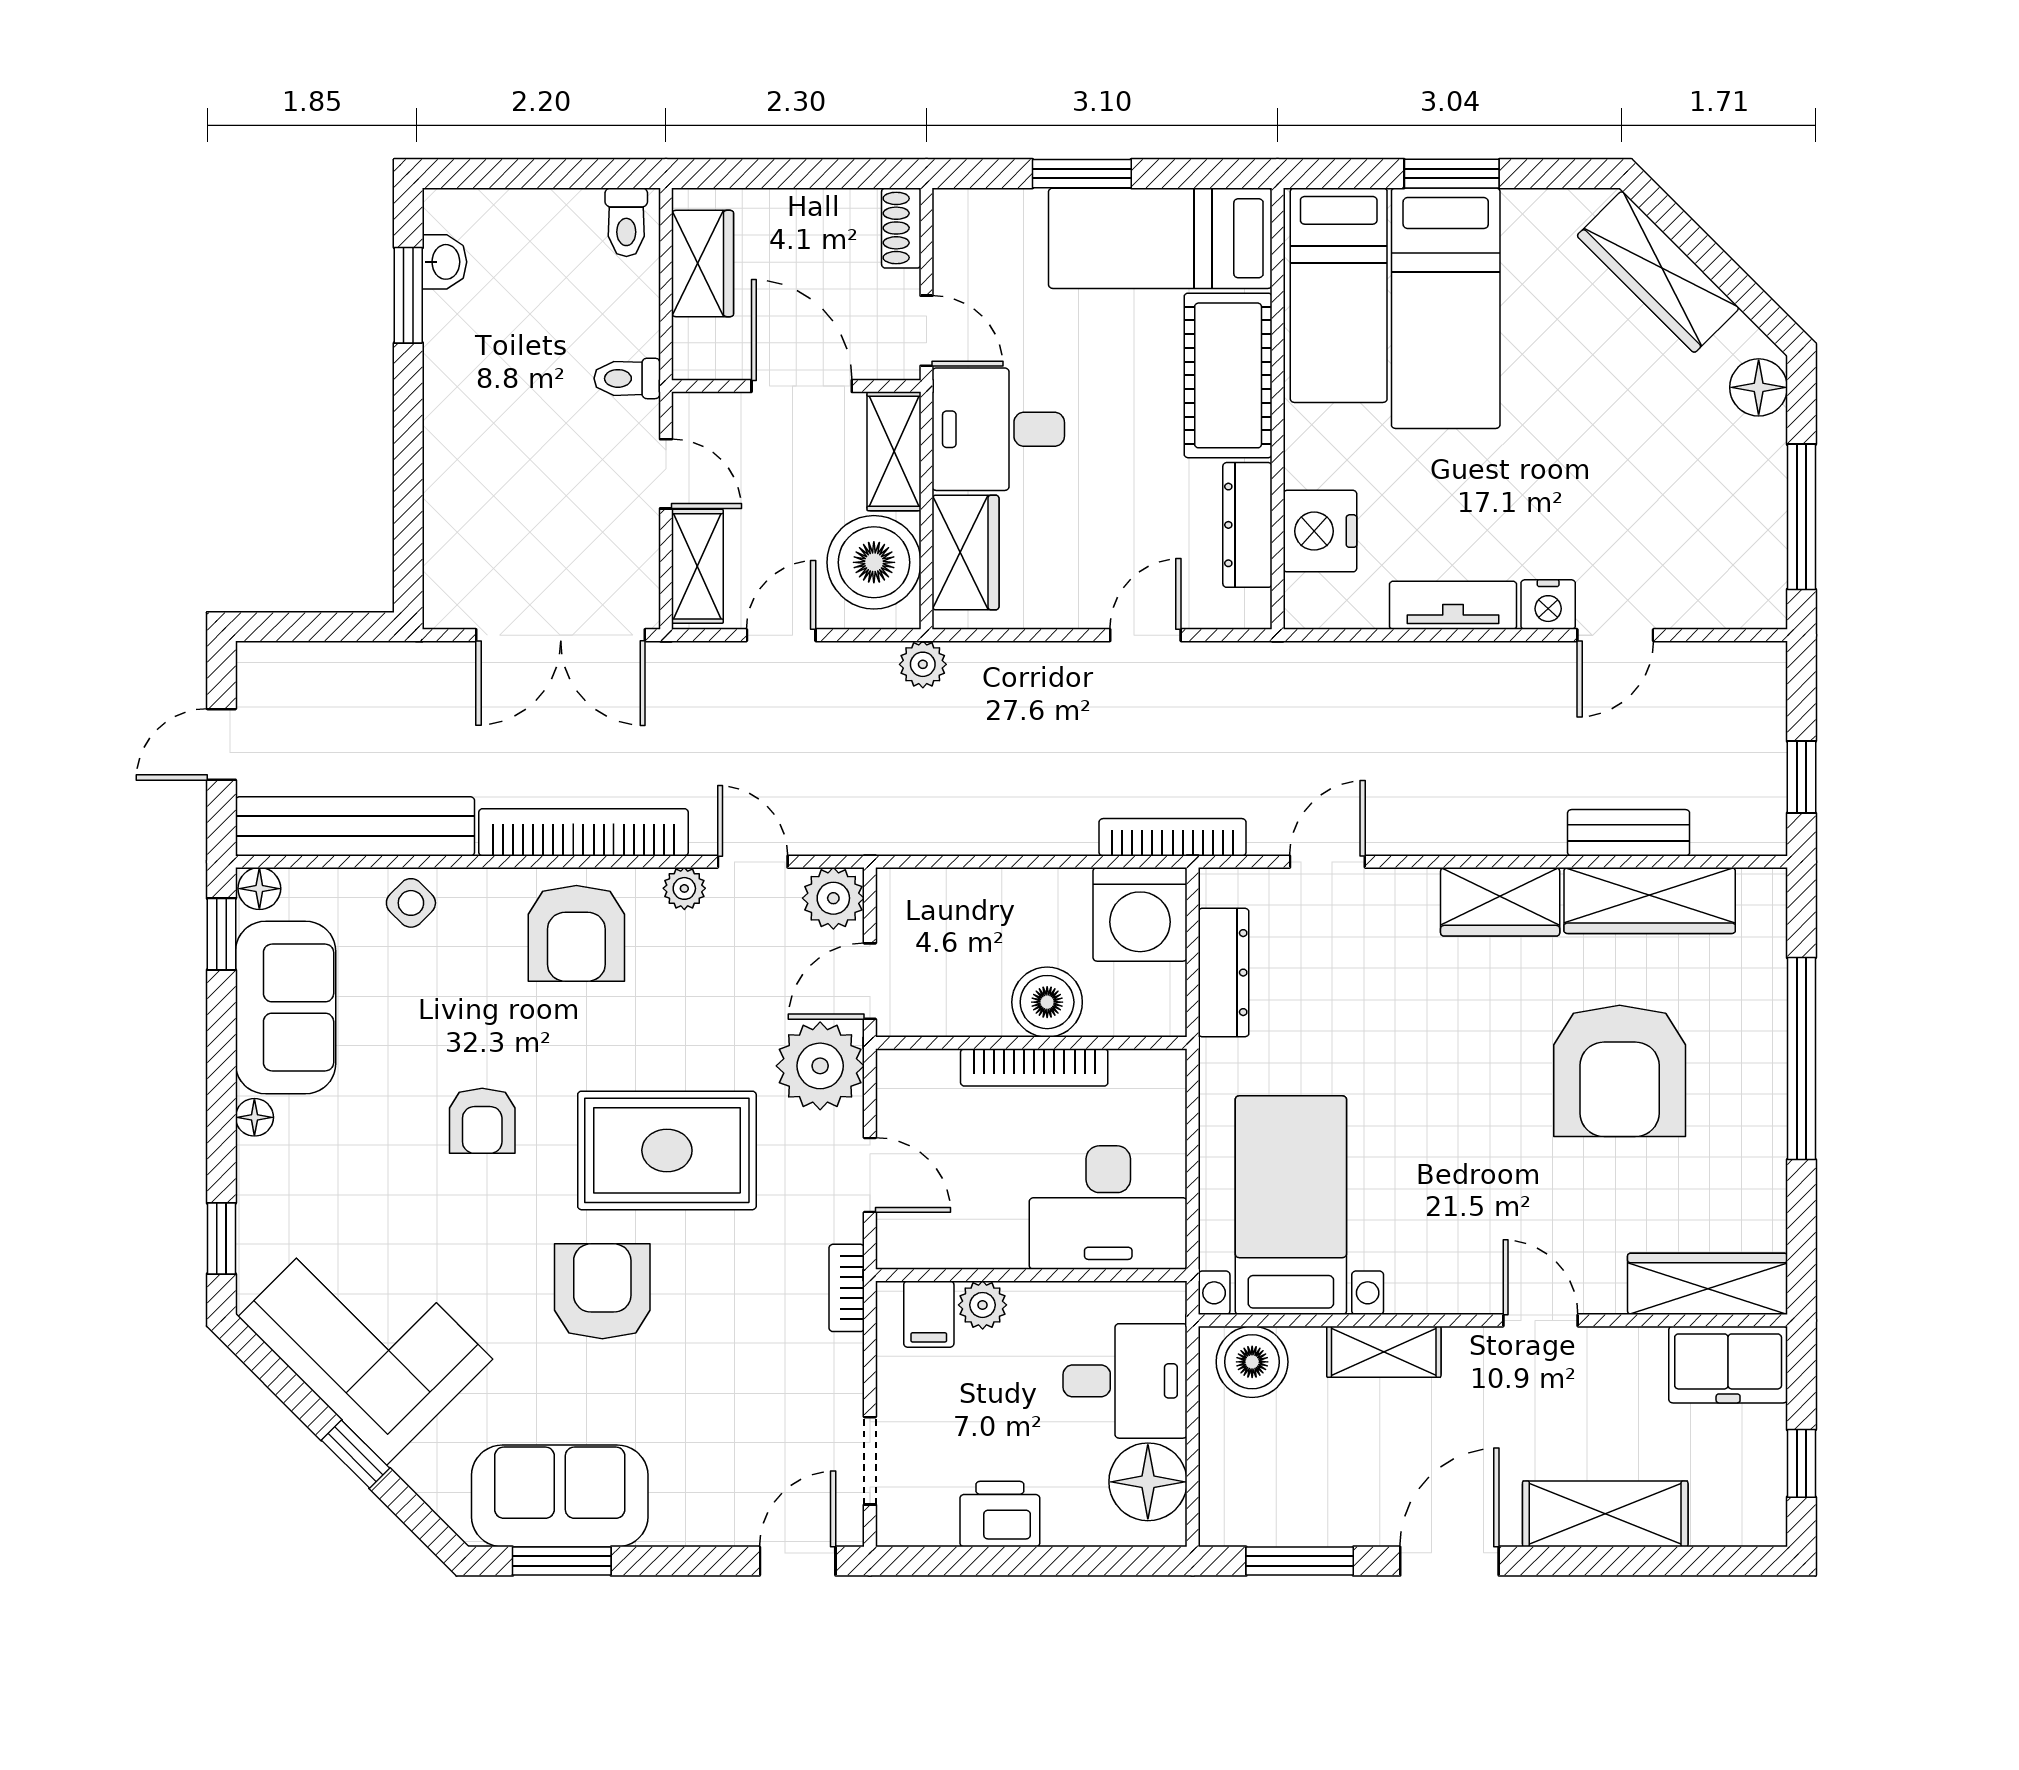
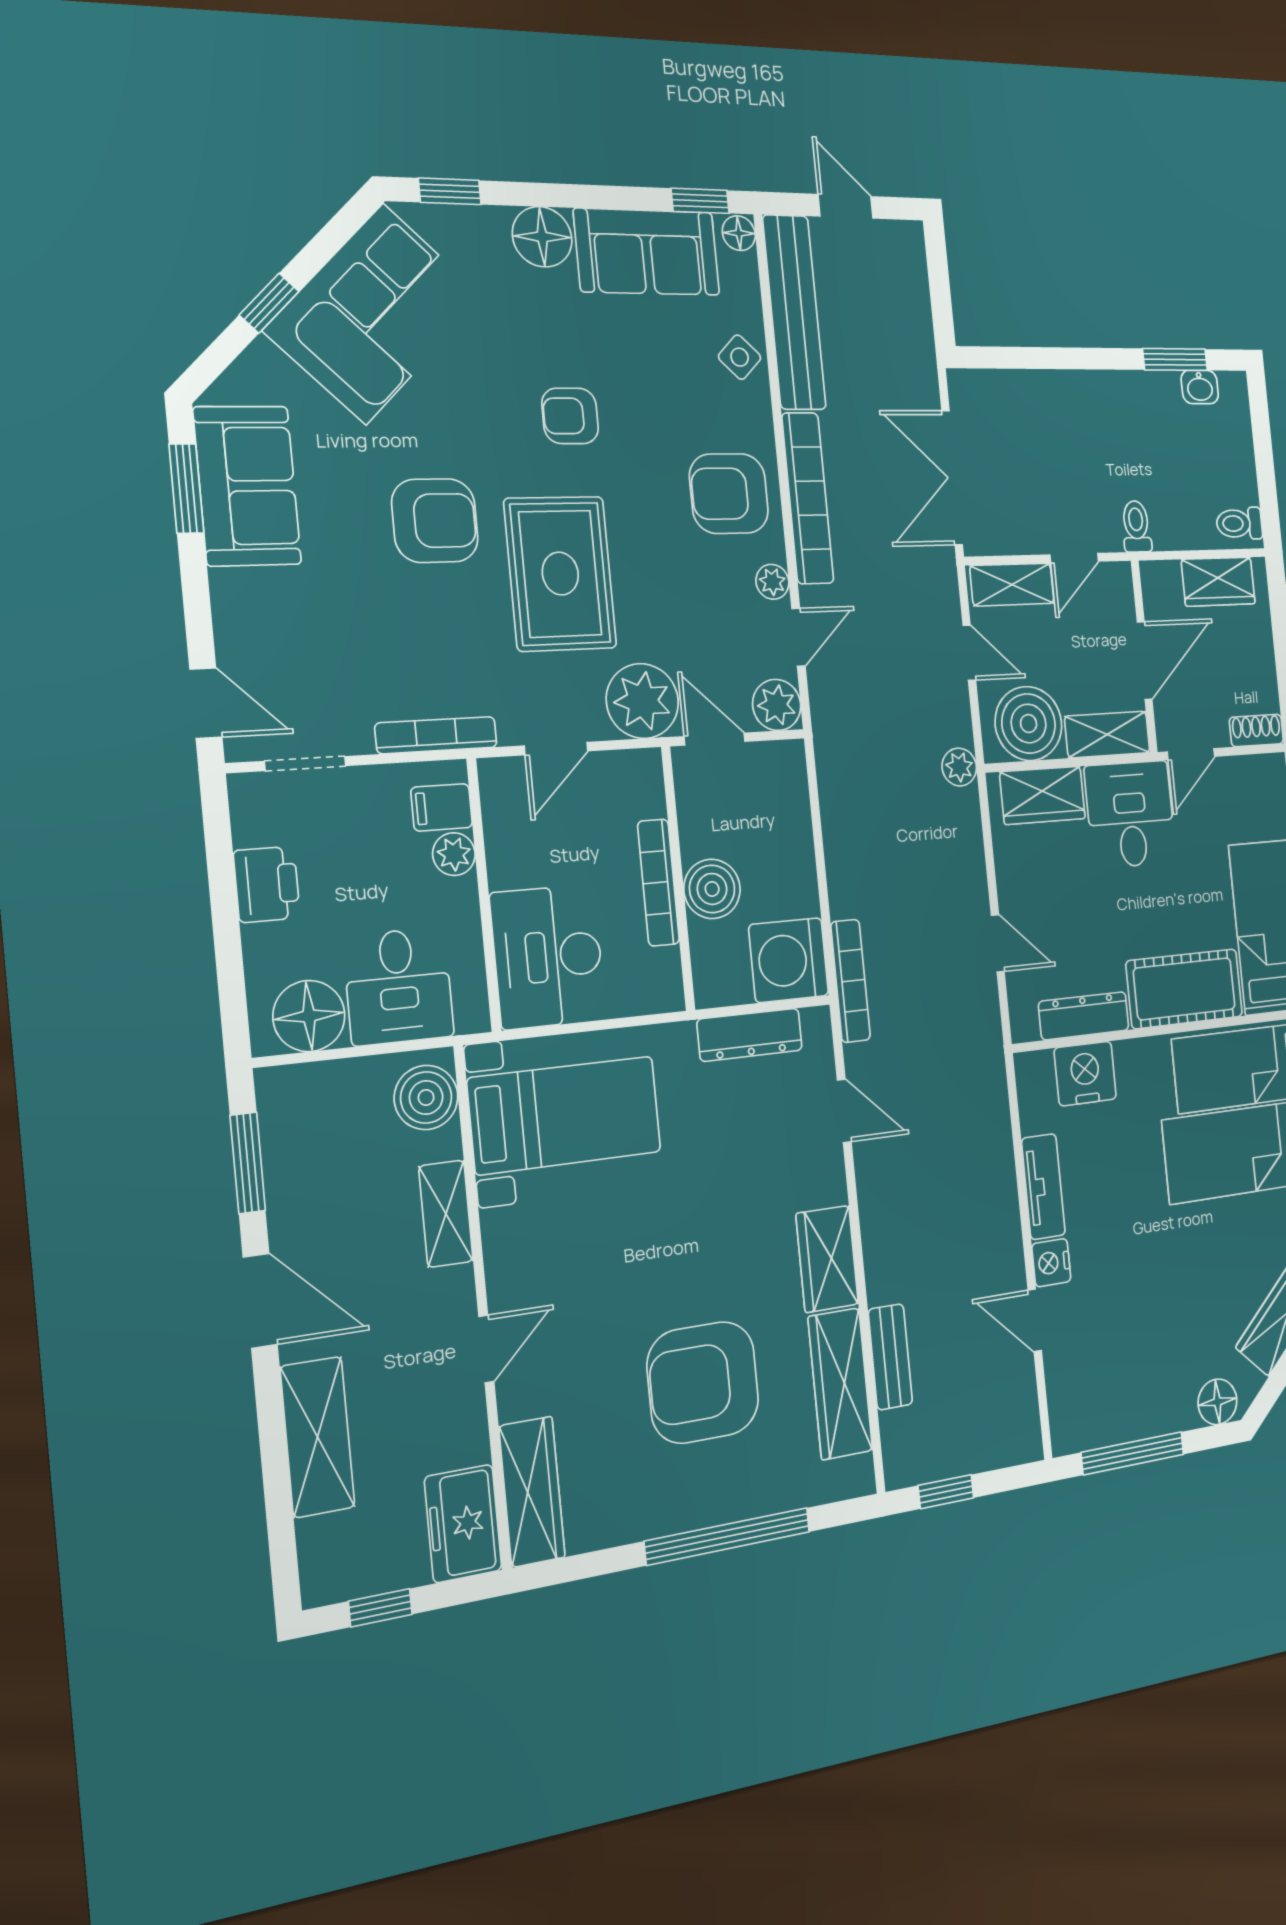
floor lamp: (254, 1117) -> (542, 237), width x1.89, depth x1.89
bookcase: (847, 1288) -> (436, 735), width x1.56

